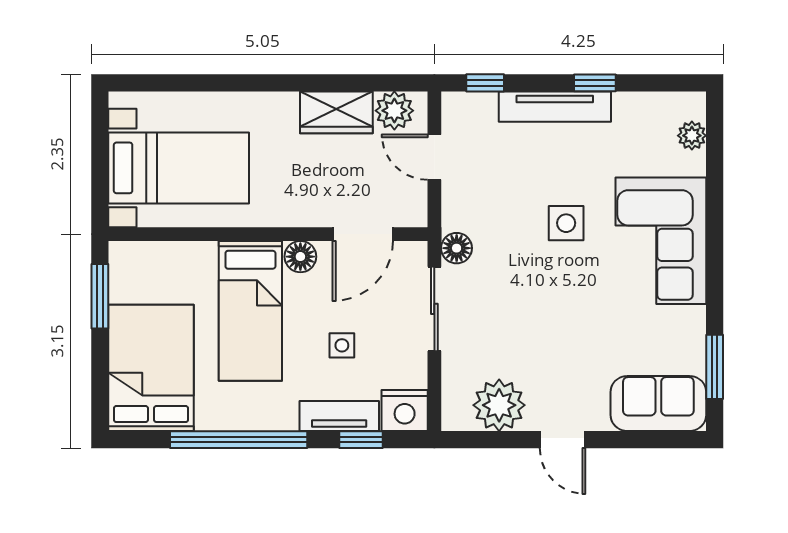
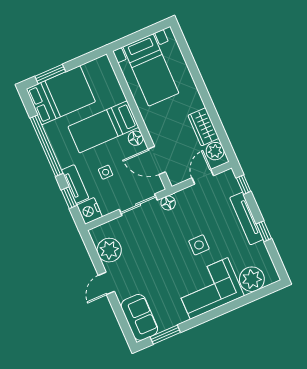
plant: (692, 136) -> (252, 279), width x1.87, depth x1.87
window: (100, 296) -> (50, 74), moved

